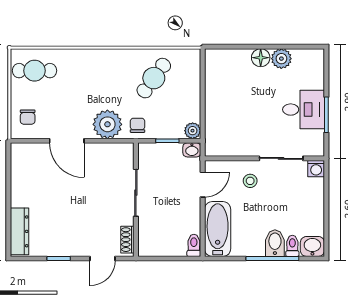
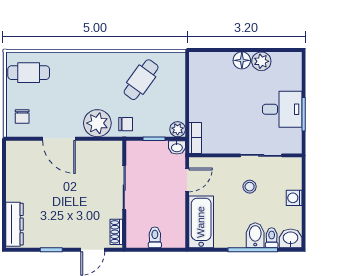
chair: (137, 125) -> (126, 124), turned 90
bookcase: (211, 140) -> (195, 138), added
washing machine: (316, 169) -> (294, 198), moved, turned 90
stool: (250, 181) -> (250, 187), moved
toilet: (194, 245) -> (155, 237), moved

